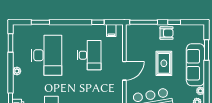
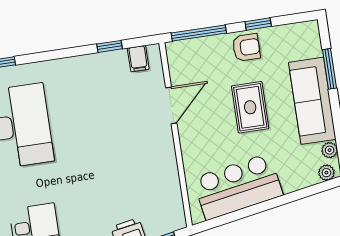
desk: (89, 55) -> (102, 113), removed
door: (124, 71) -> (171, 105), moved

